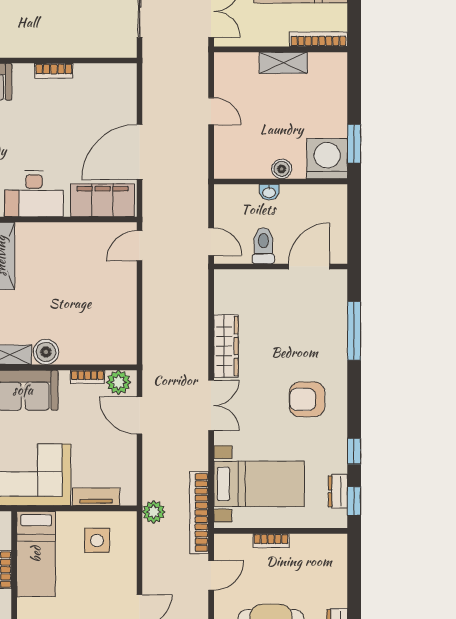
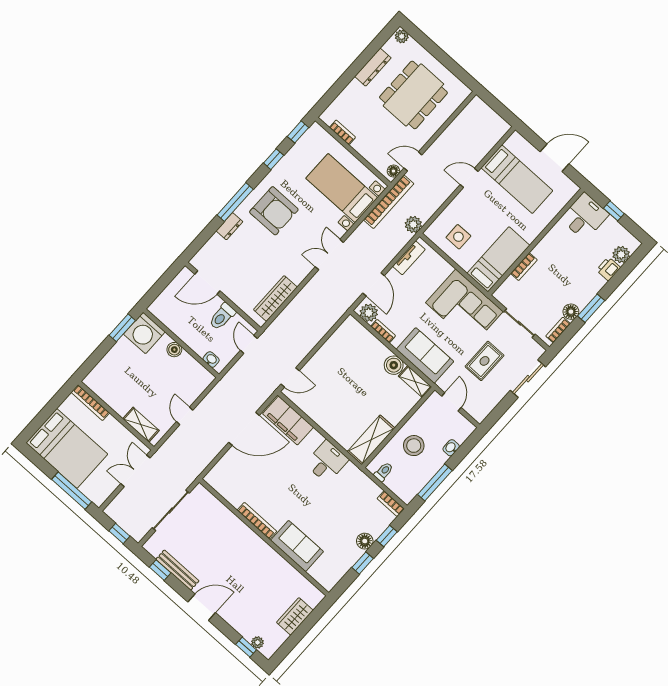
shelving: (283, 63) -> (141, 425), moved
bookcase: (54, 71) -> (257, 521), width x1.56
washbasin: (269, 192) -> (211, 360), moved
desk: (34, 194) -> (327, 462), width x0.73
window: (354, 331) -> (235, 202), moved
wardrobe: (226, 346) -> (275, 298), moved
armchair: (307, 399) -> (274, 211), width x1.36, depth x1.36
dresser: (338, 491) -> (229, 226), moved
tv unit: (96, 497) -> (409, 258), moved, turned -90
bookcase: (271, 541) -> (342, 132), moved
floor lamp: (222, 548) -> (393, 171), added

